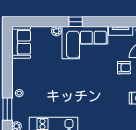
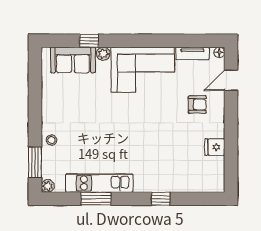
window: (76, 22) -> (89, 41), moved
sofa: (21, 42) -> (73, 60), moved, turned 90

